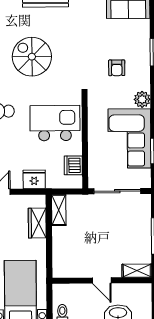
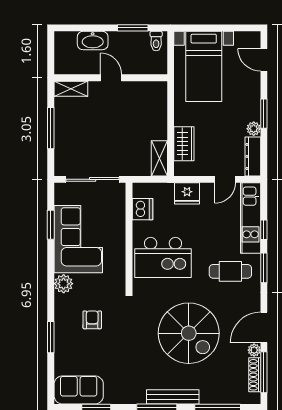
spiral stairs: (32, 57) -> (189, 333), width x1.37, depth x1.37

